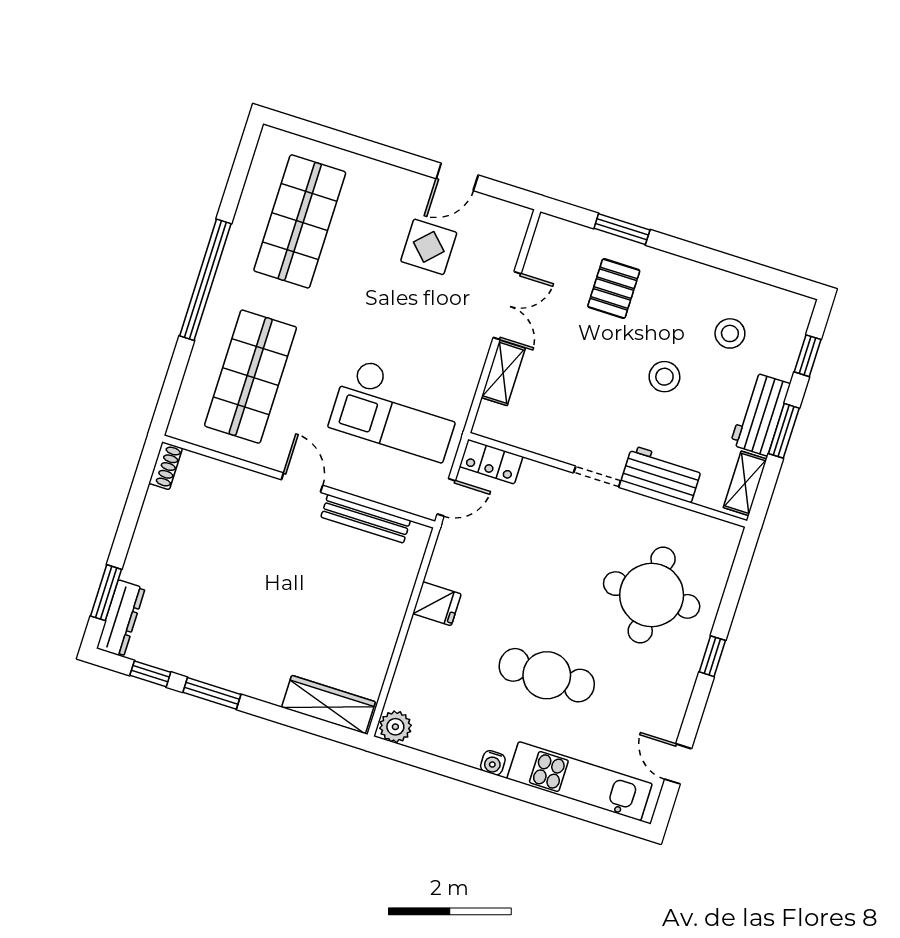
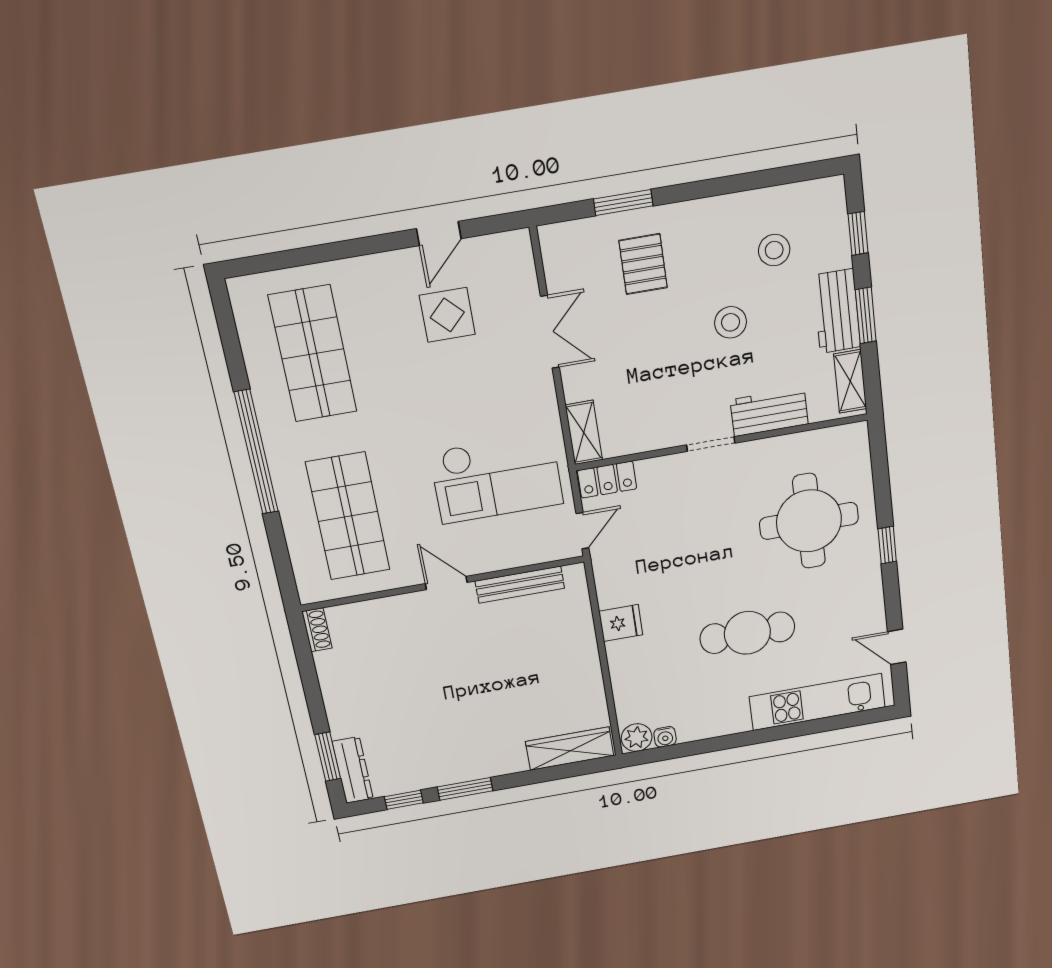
shelving: (503, 373) -> (584, 432), moved
water cooler: (493, 763) -> (665, 737), moved

